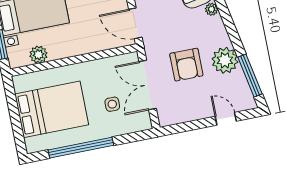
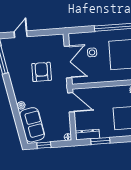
plant: (225, 60) -> (17, 72), removed
door: (226, 119) -> (21, 34), swing flipped

